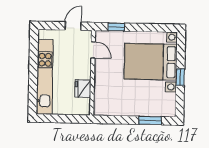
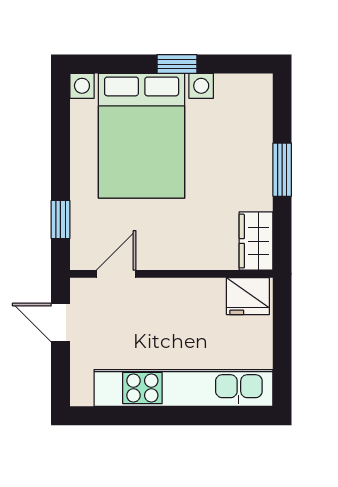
fridge: (83, 89) -> (248, 296), moved
wardrobe: (106, 109) -> (256, 241), added
window: (150, 120) -> (282, 170), moved

